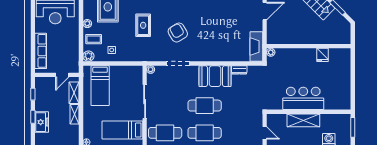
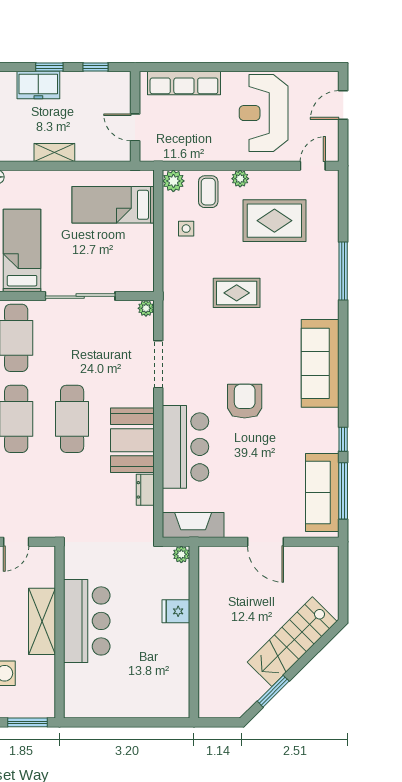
armchair: (178, 32) -> (245, 401), moved, turned -59
bar counter: (218, 50) -> (185, 447), added
fridge: (322, 55) -> (176, 611), moved
shelving: (74, 93) -> (99, 152), removed

